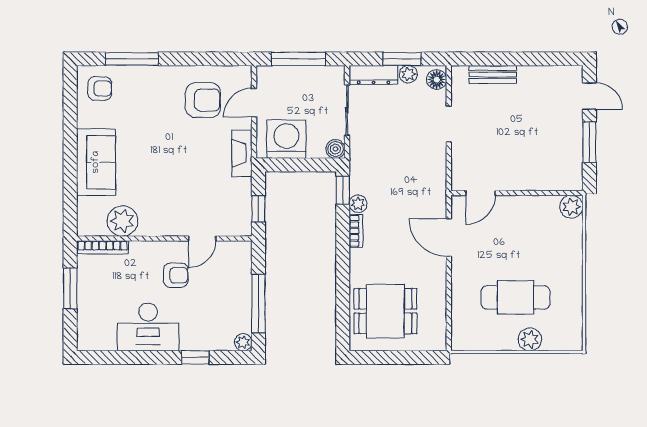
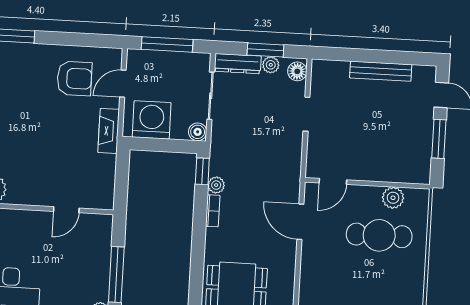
bench: (493, 74) -> (381, 71), moved, width x1.36
plant: (571, 207) -> (393, 198), moved
window: (258, 209) -> (121, 185), removed
armchair: (176, 275) -> (39, 243), removed
cafe table: (516, 297) -> (379, 235), moved

